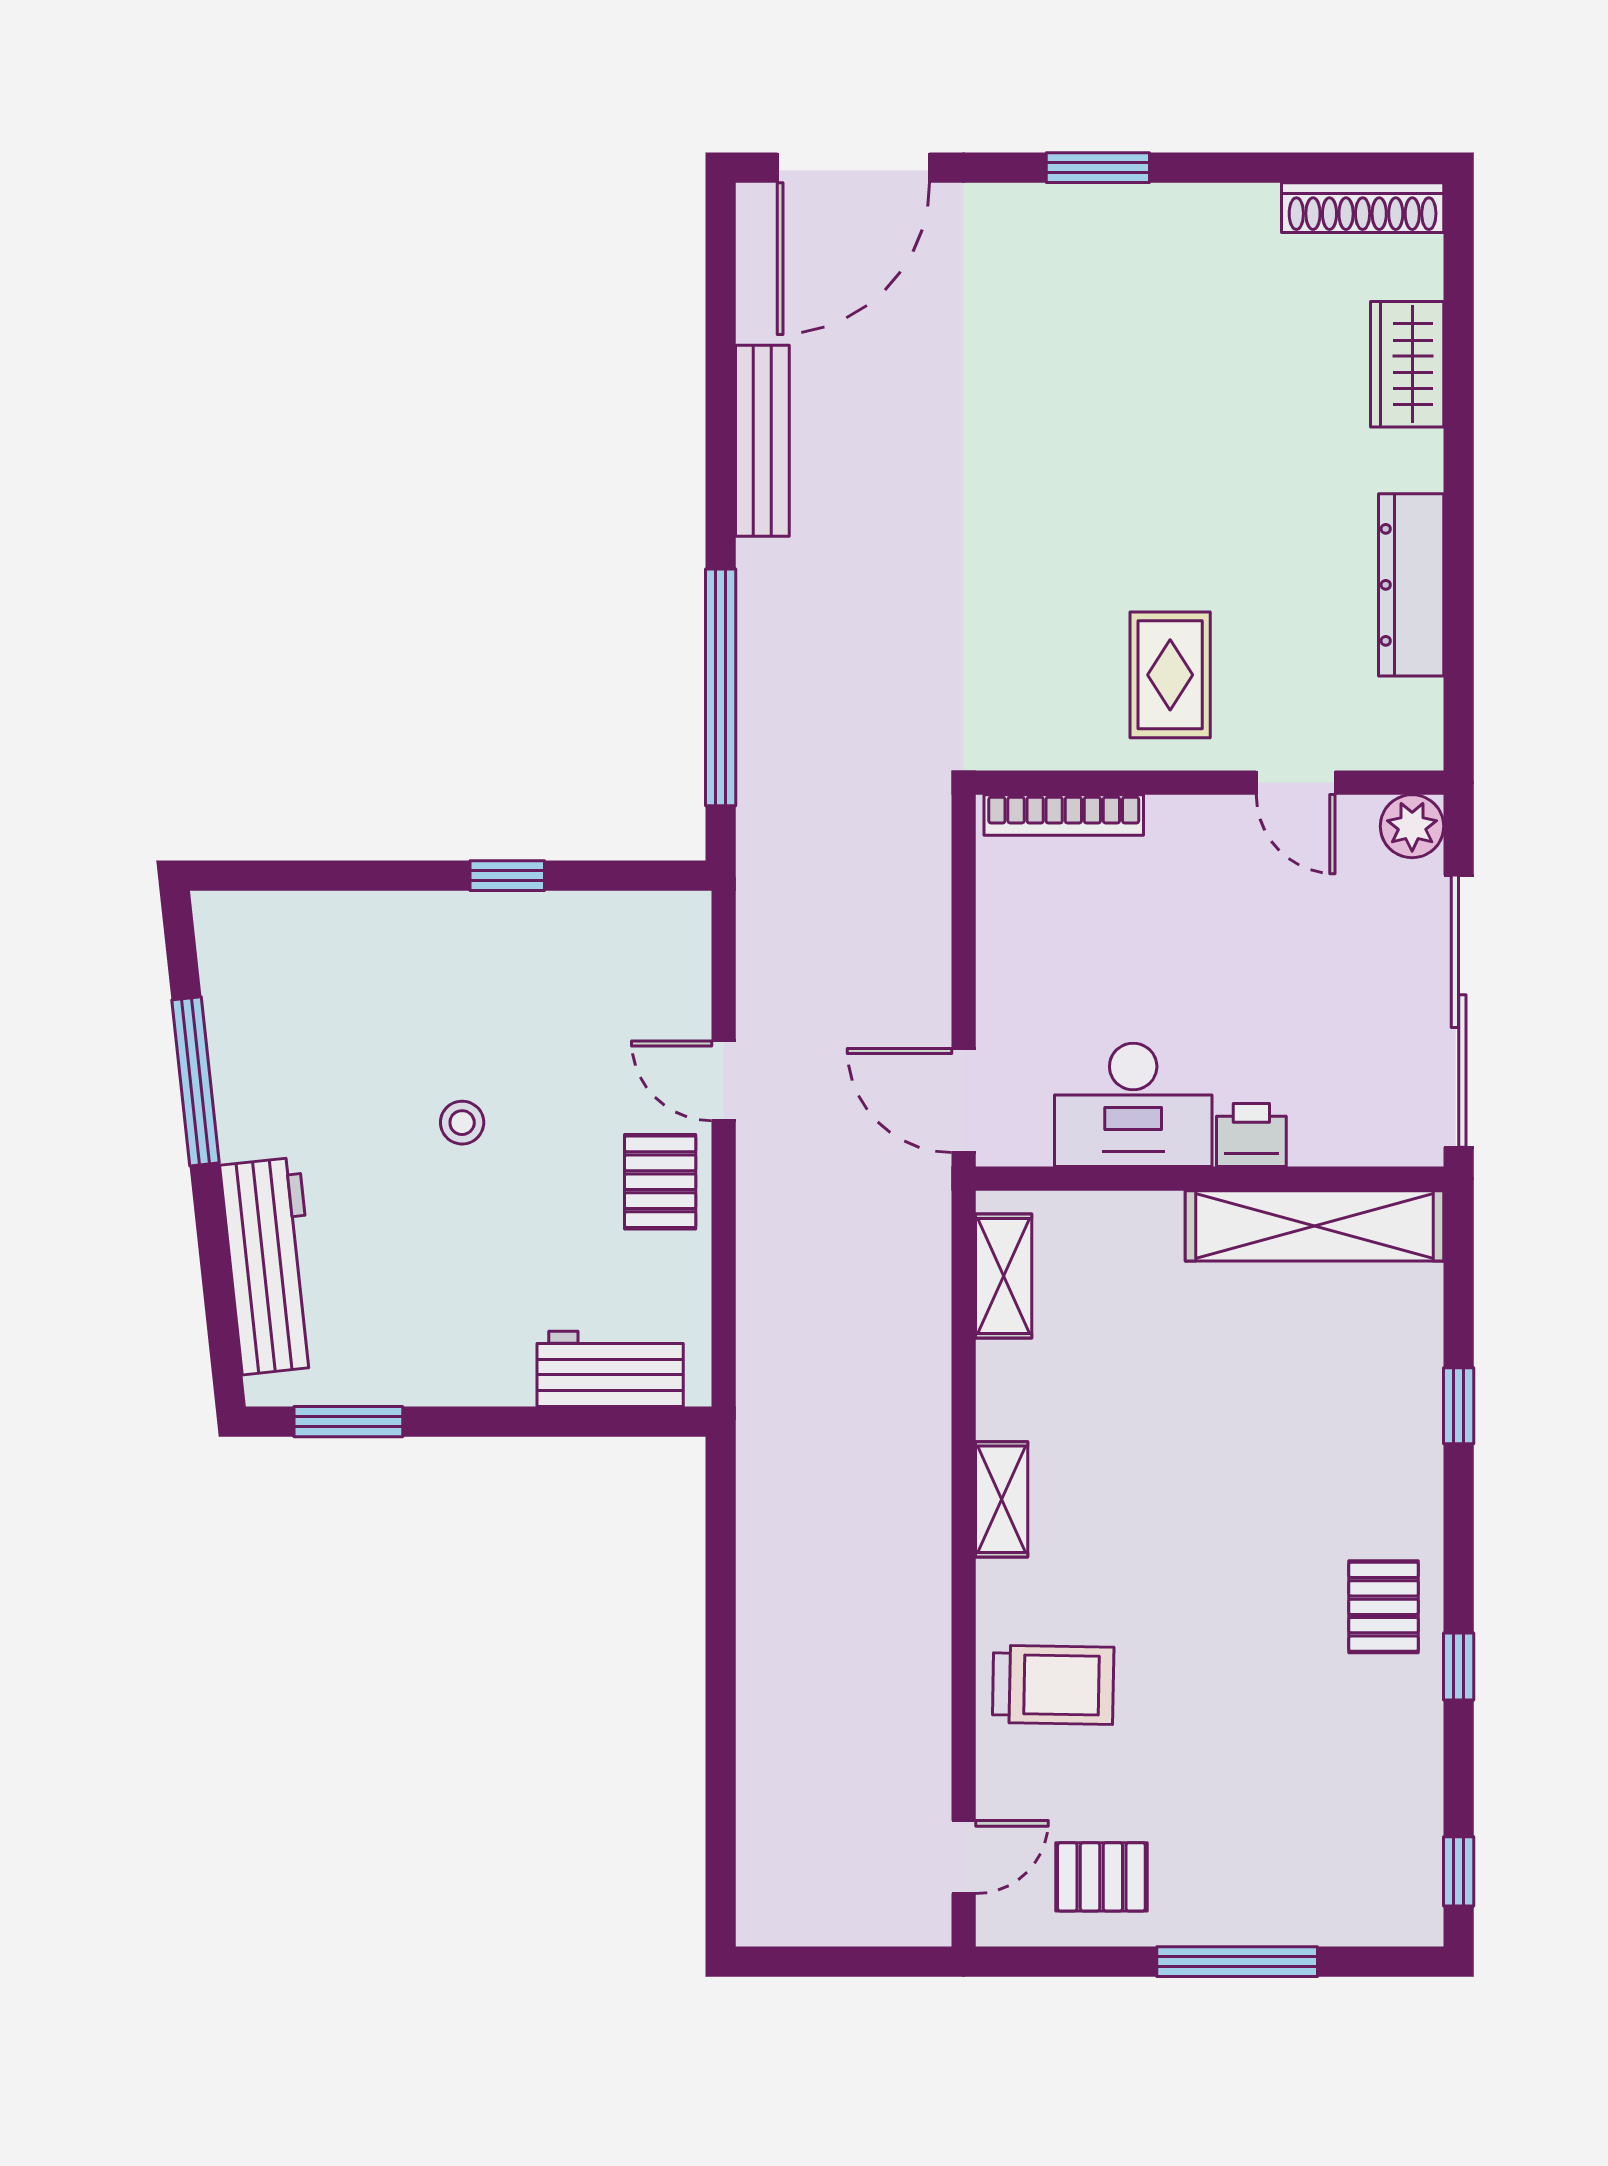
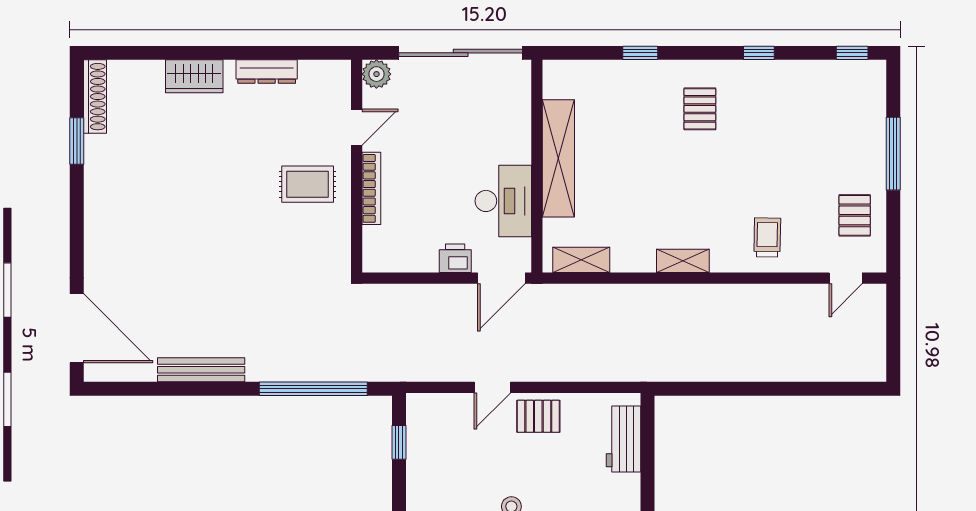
window: (1098, 168) -> (77, 141), moved
wardrobe: (1407, 364) -> (194, 76), moved
dresser: (1411, 585) -> (267, 72), width x0.73, depth x0.80
bookcase: (1064, 815) -> (371, 188), moved
window: (507, 876) -> (399, 442), moved
printer: (1251, 1135) -> (455, 258), moved, turned 90
shelving: (1314, 1226) -> (558, 158), moved
pallet: (1384, 1607) -> (700, 109), moved, turned 90
trolley: (1053, 1685) -> (767, 237), width x0.73, depth x0.72
door: (964, 1857) -> (846, 278), swing flipped

